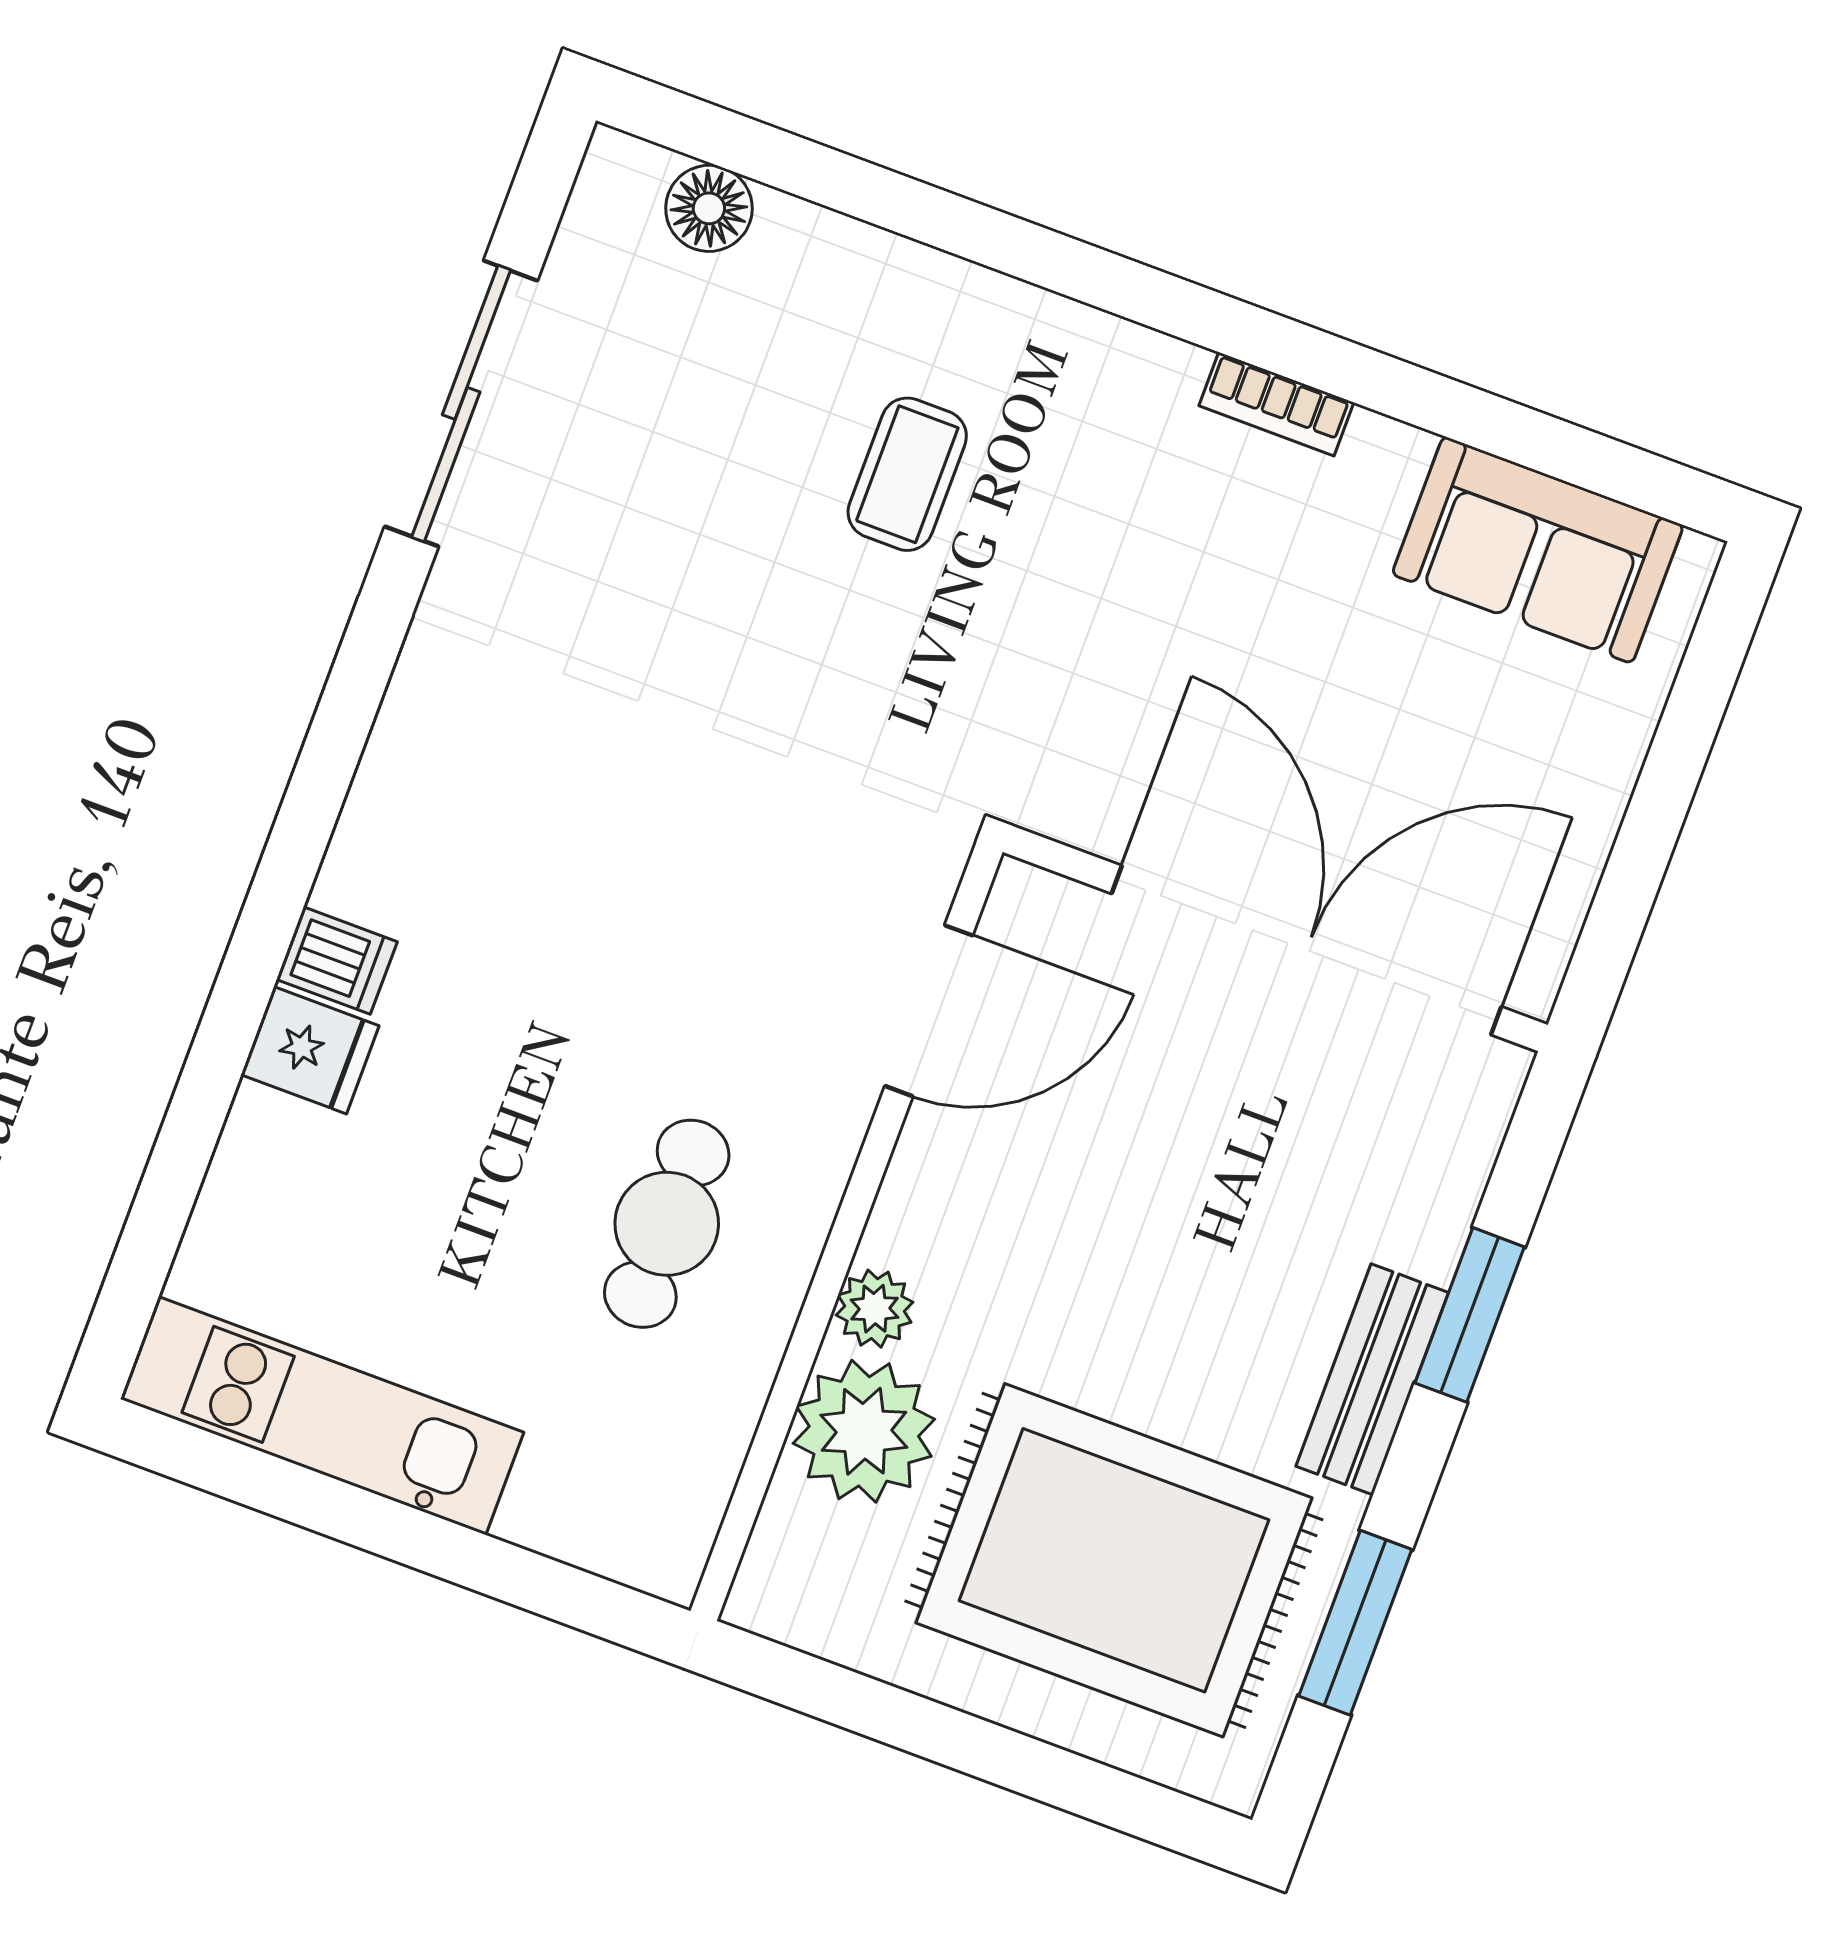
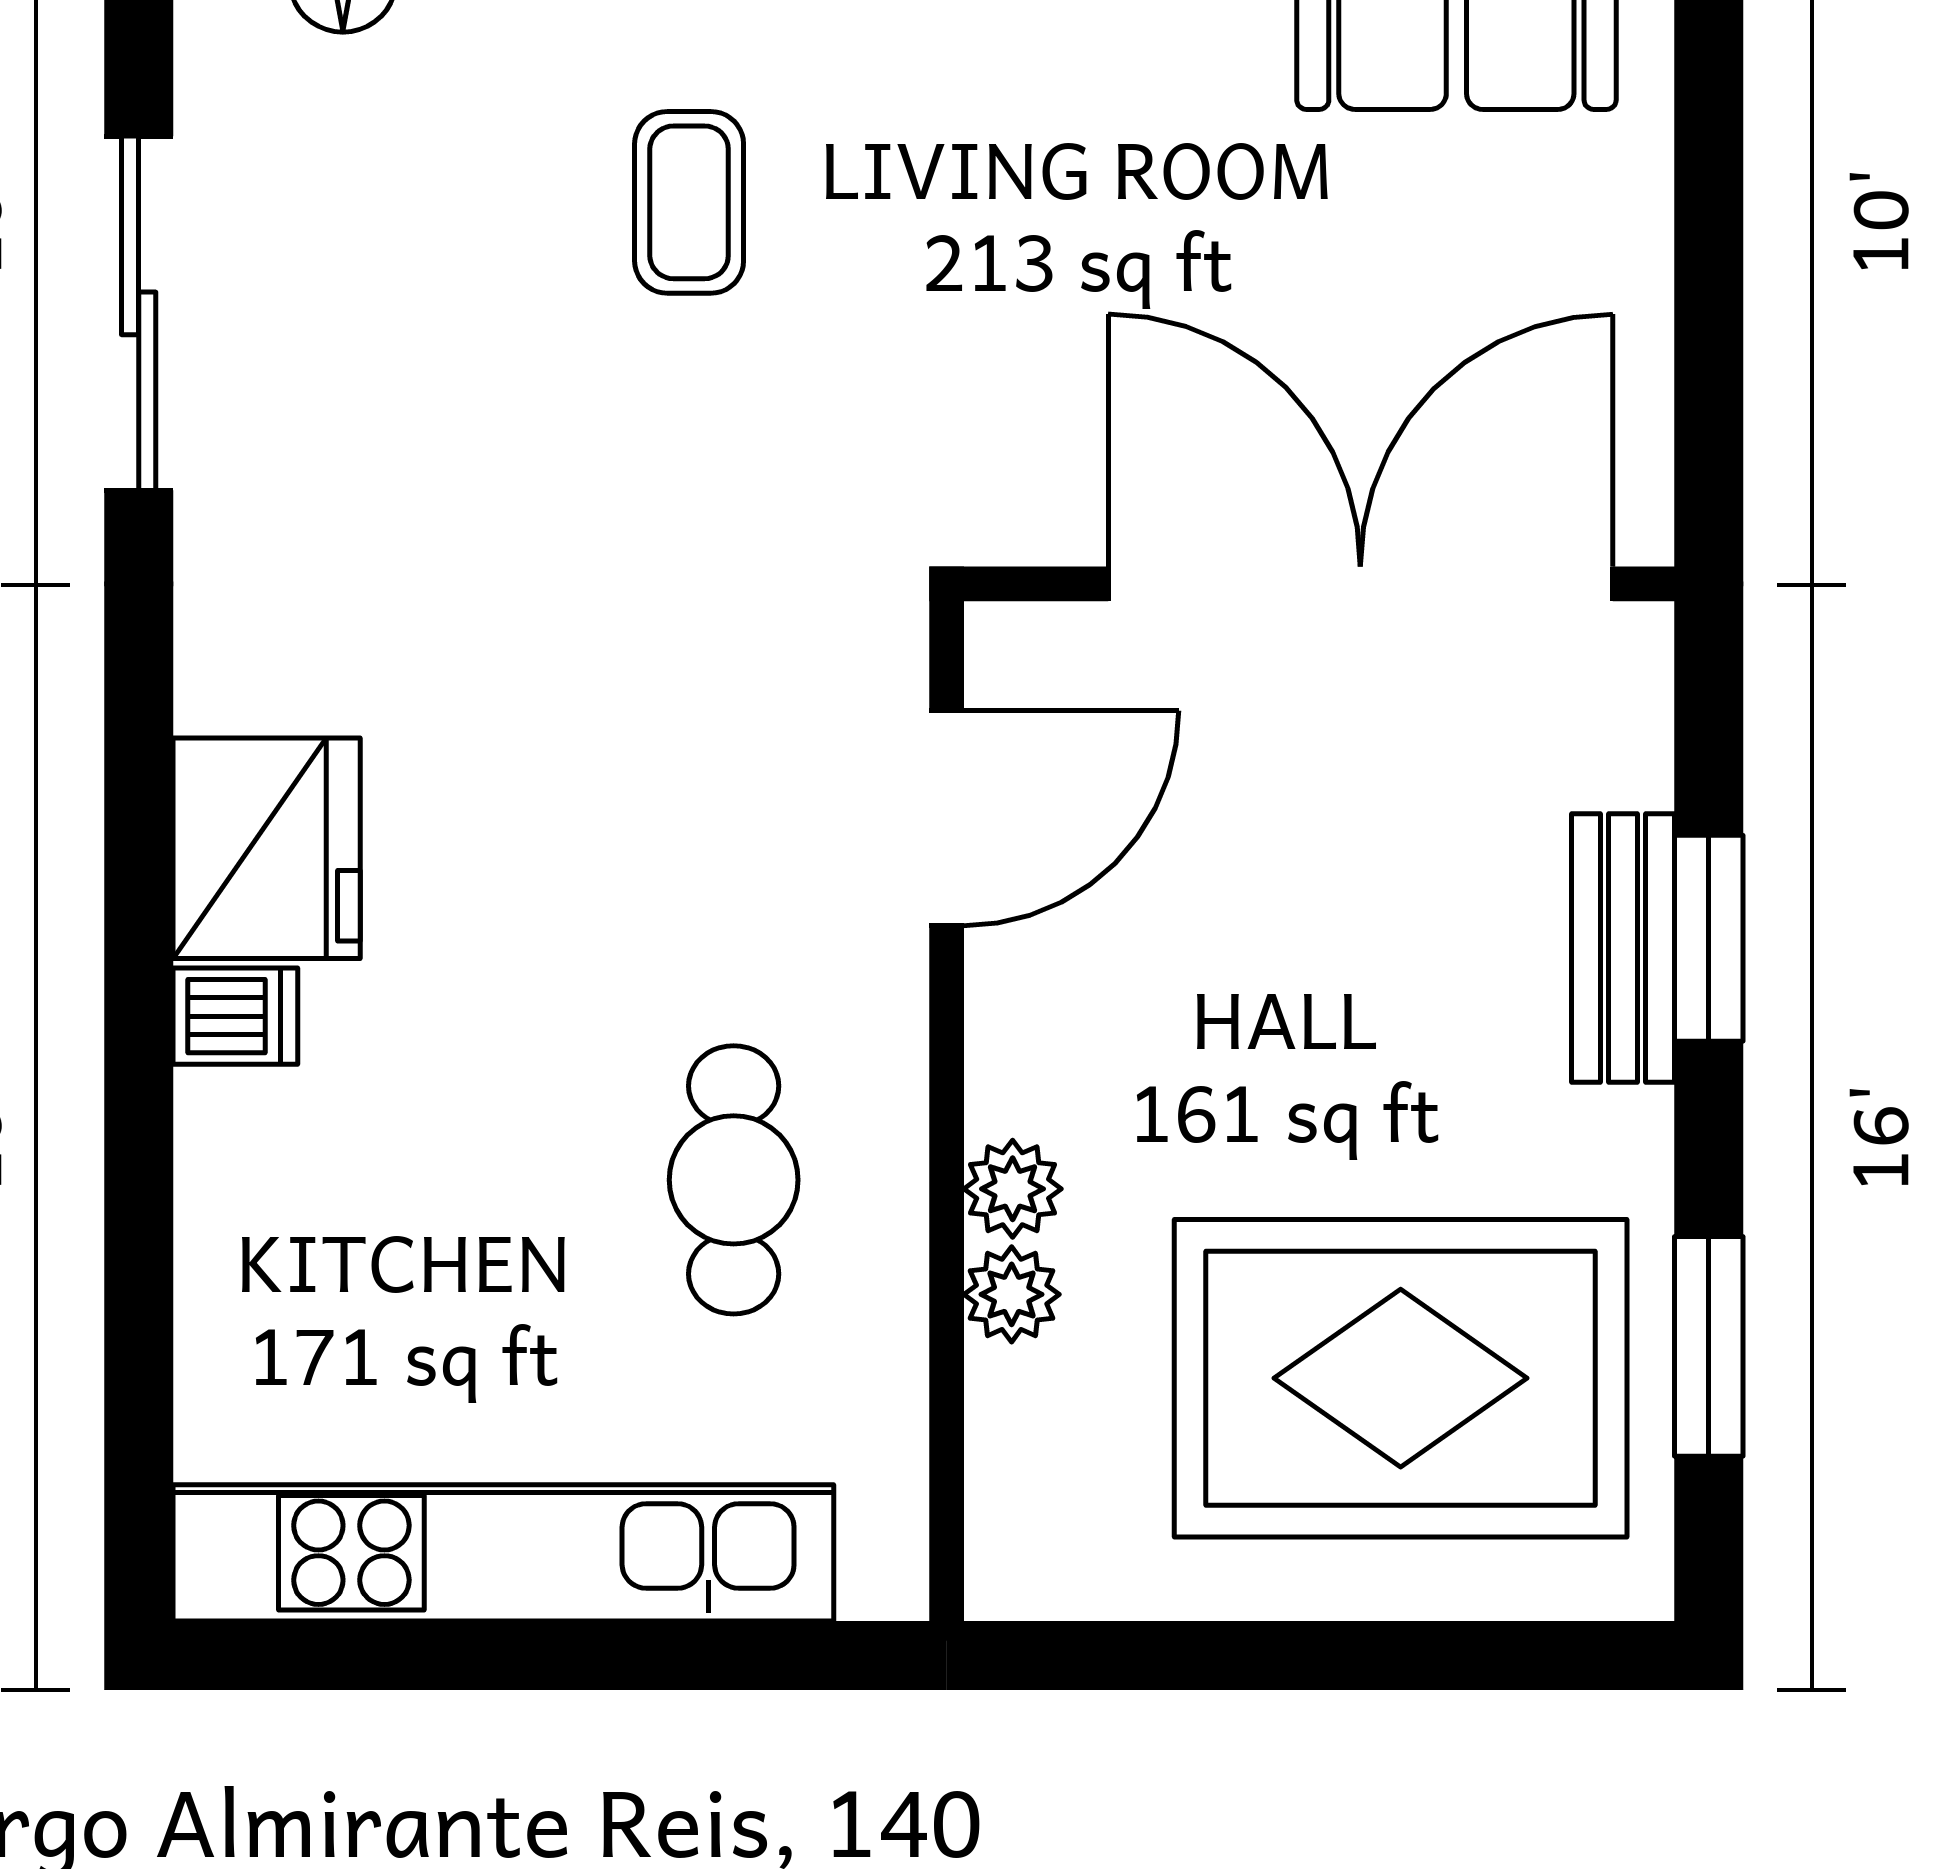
fridge: (310, 1050) -> (267, 848), moved, width x1.88, depth x1.34
bench: (1372, 1379) -> (1623, 948), moved
kitchen unit: (322, 1416) -> (503, 1553), width x1.36
plant: (864, 1431) -> (1012, 1294), width x0.53, depth x0.53

